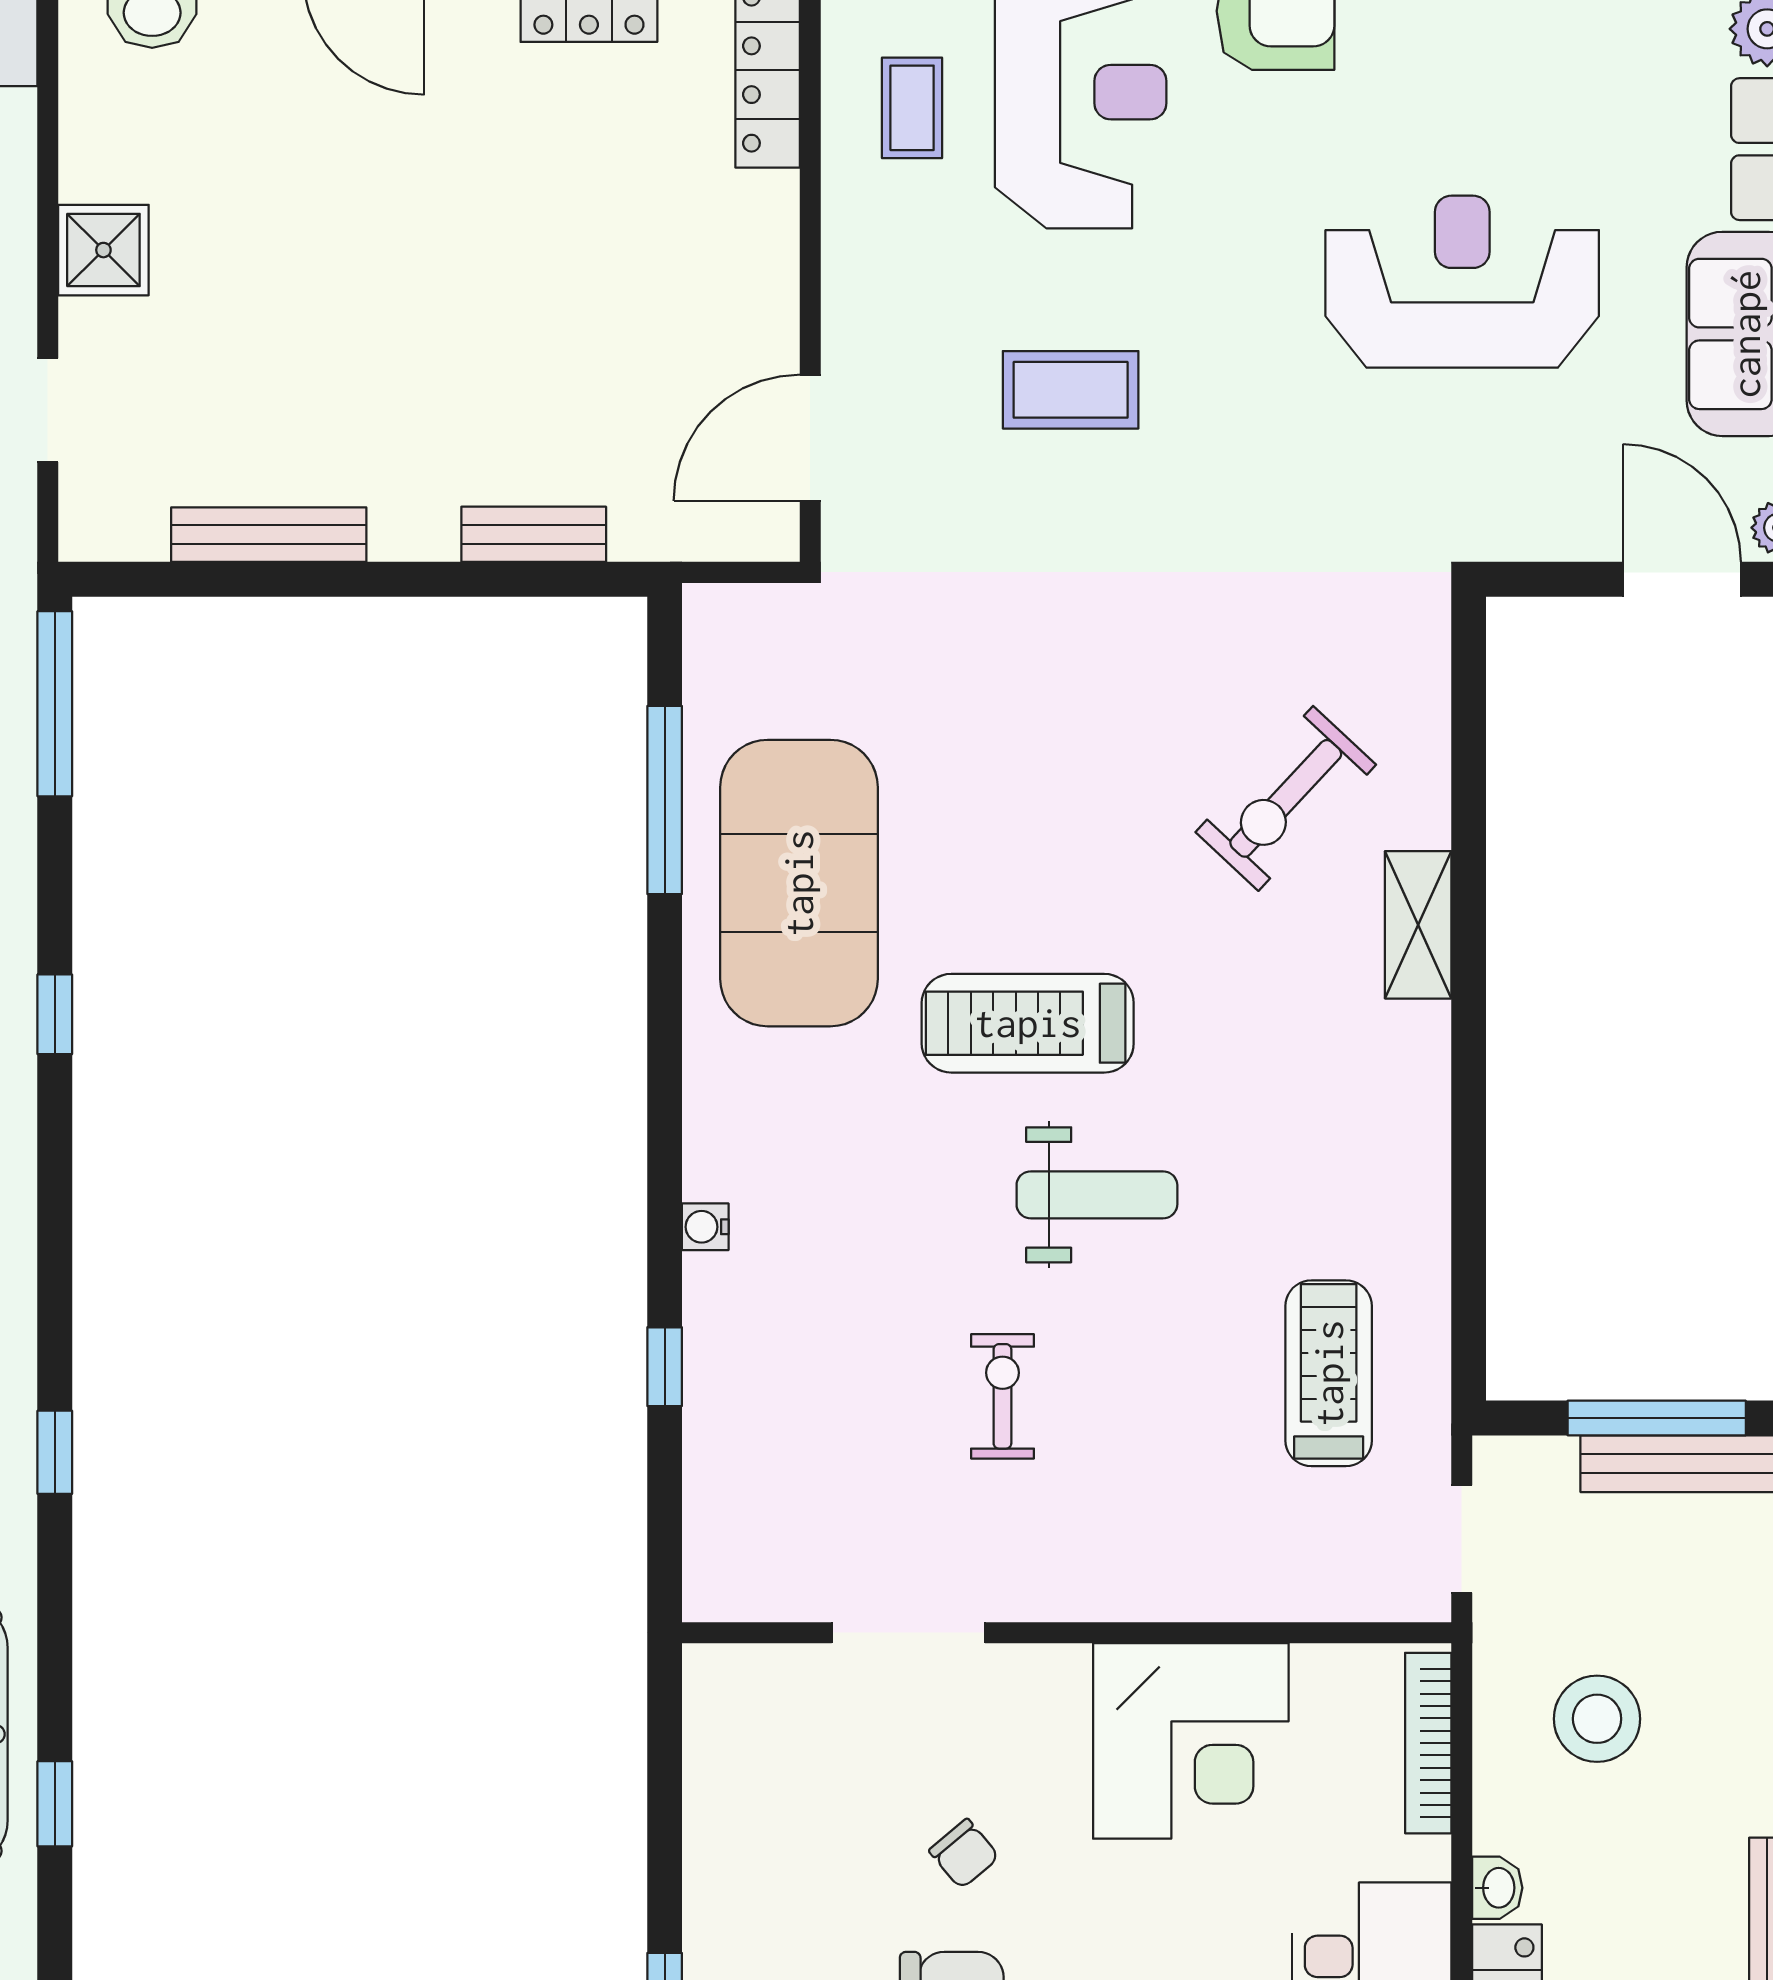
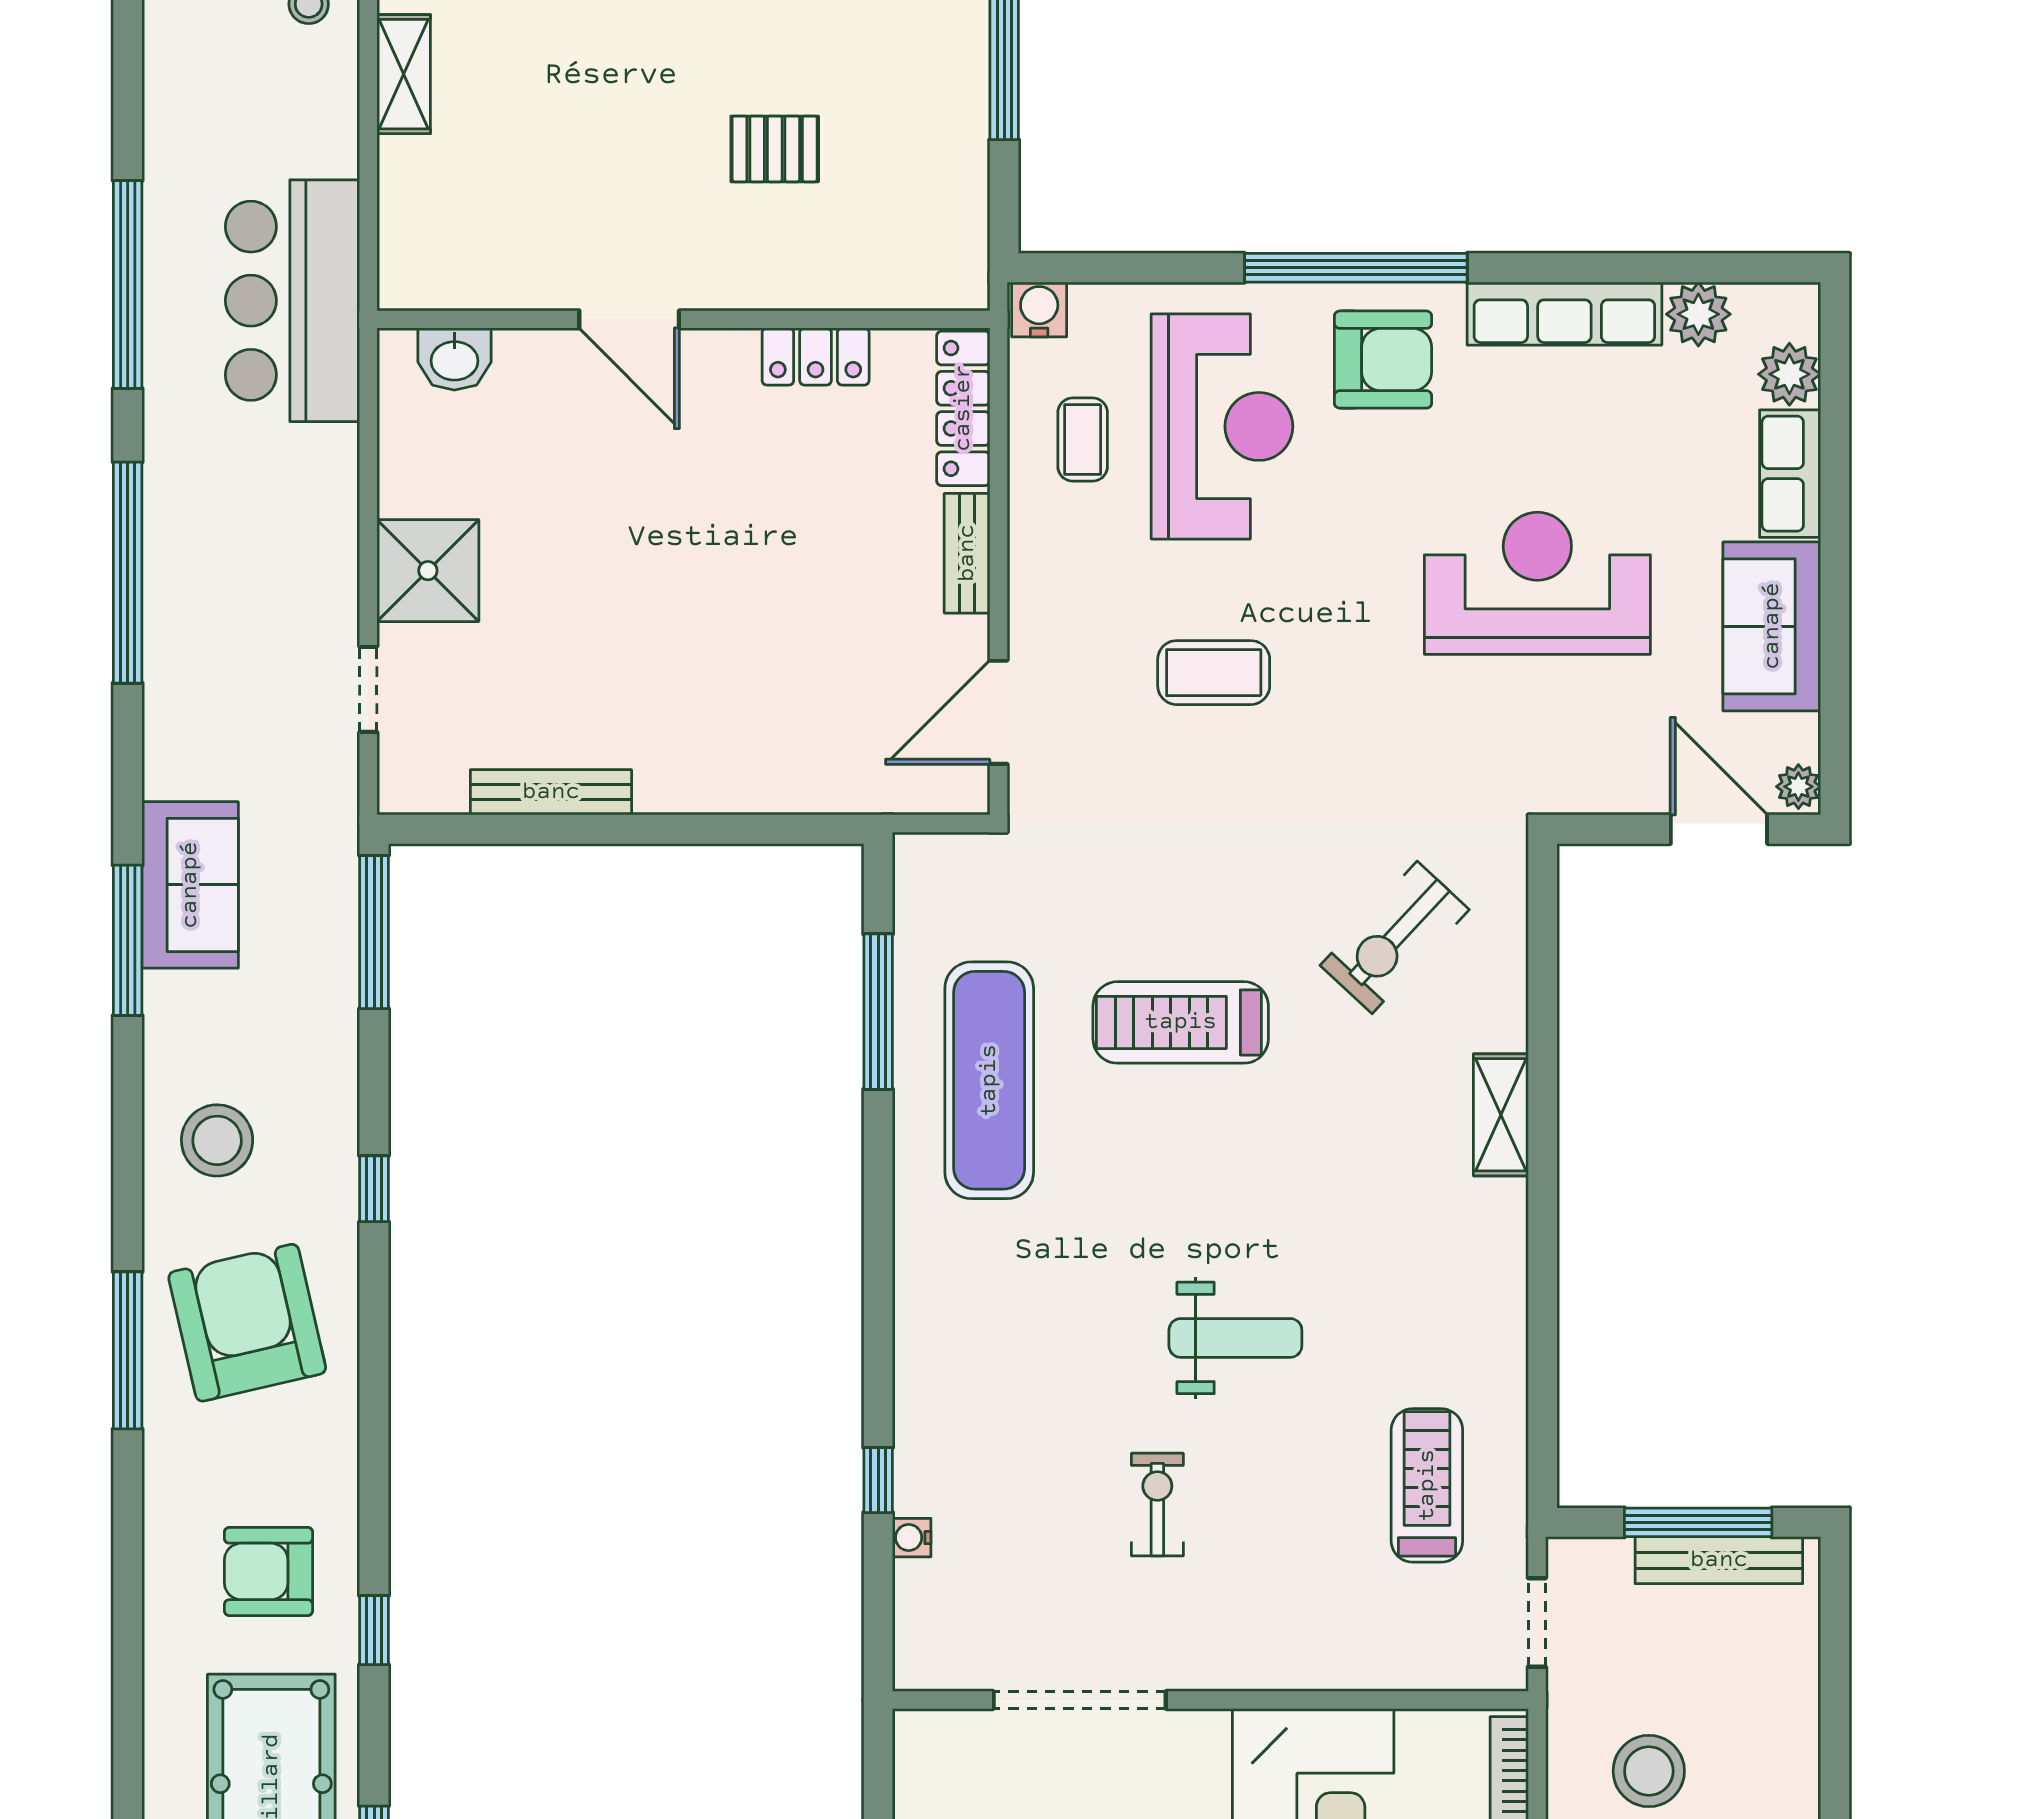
shower: (103, 250) -> (428, 571), width x1.36, depth x1.36
bench: (534, 534) -> (967, 553), moved, turned 90
exercise bike: (1286, 798) -> (1395, 937), moved
exercise mat: (799, 883) -> (989, 1080), width x0.68
treadmill: (1028, 1023) -> (1181, 1022), moved
water cooler: (705, 1227) -> (912, 1538), moved
window: (55, 1452) -> (374, 1630), moved
doorway: (908, 1633) -> (1080, 1700), width x1.36

